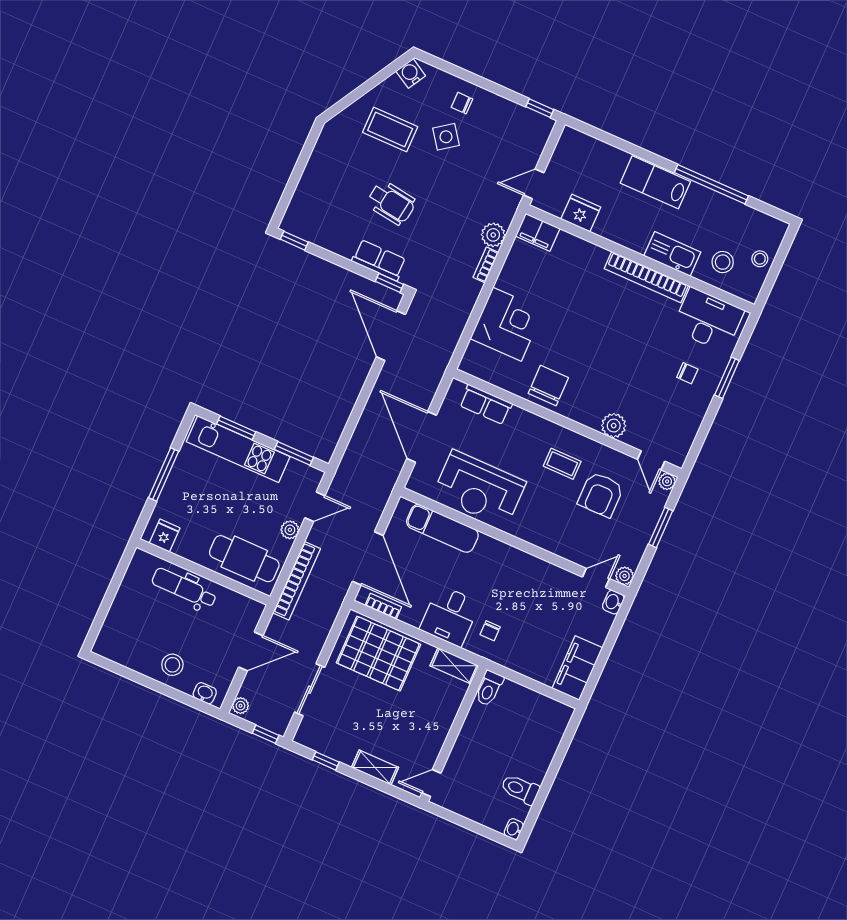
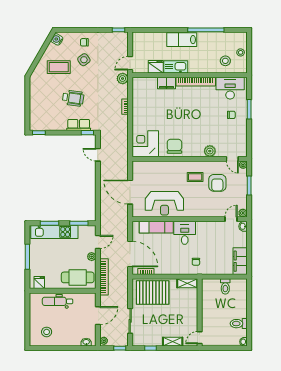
filing cabinet: (538, 232) -> (166, 83), moved
plant: (493, 235) -> (123, 79), moved
kitchen sink: (672, 254) -> (176, 67), moved
corner desk: (507, 324) -> (145, 144), moved, turned -90
door: (391, 336) -> (98, 155), width x0.53
row of seats: (486, 405) -> (151, 166), removed
desk: (450, 616) -> (185, 233), moved, turned 180
stool: (172, 665) -> (47, 332), moved
toilet: (489, 688) -> (225, 286), moved

